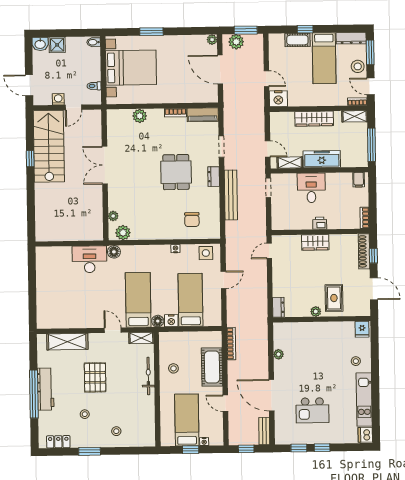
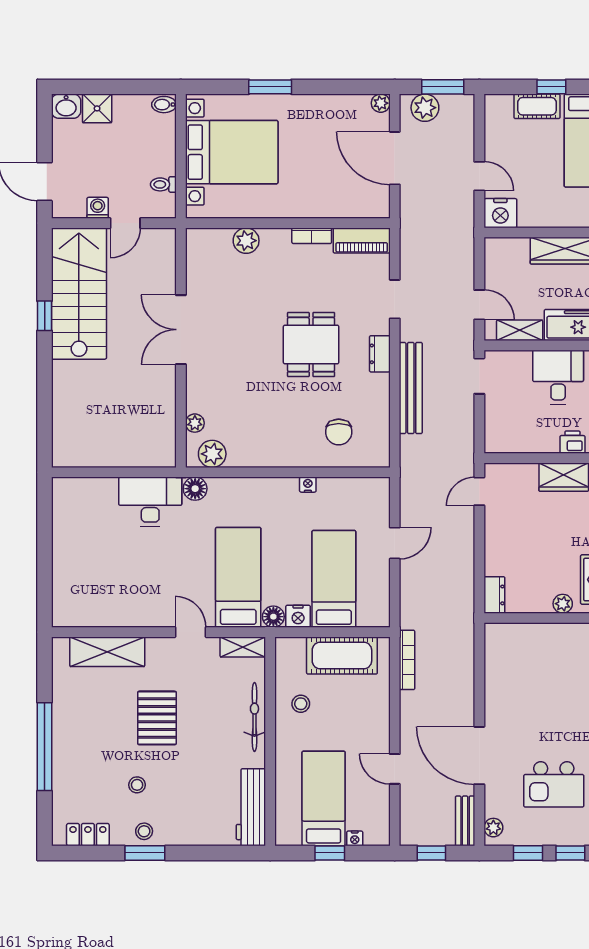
side table: (206, 253) -> (363, 494), removed
plant: (279, 354) -> (493, 828), moved
cot: (212, 367) -> (342, 656), moved, turned 90
workbench: (46, 389) -> (251, 807), moved, turned 180
stool: (116, 431) -> (144, 831), moved

